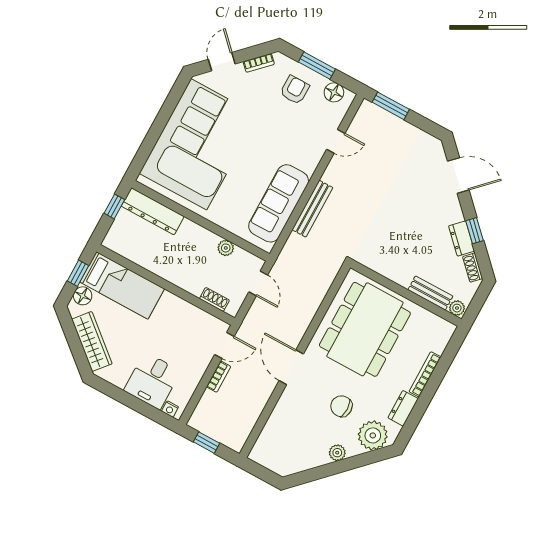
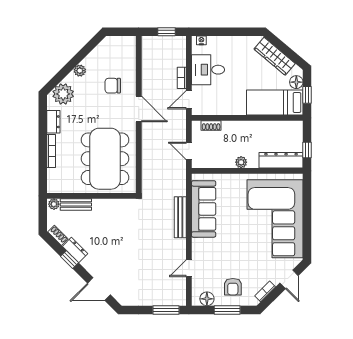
plant: (226, 248) -> (241, 162), moved
desk: (152, 381) -> (208, 70), moved, turned -90
chair: (341, 406) -> (113, 86), moved, turned 180

